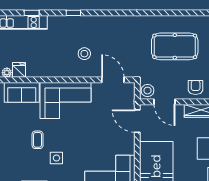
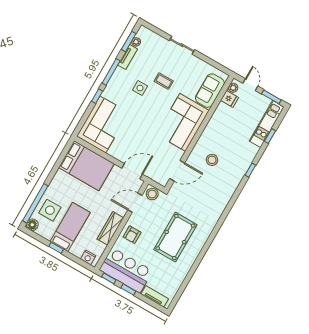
armchair: (196, 87) -> (132, 235), turned 90

